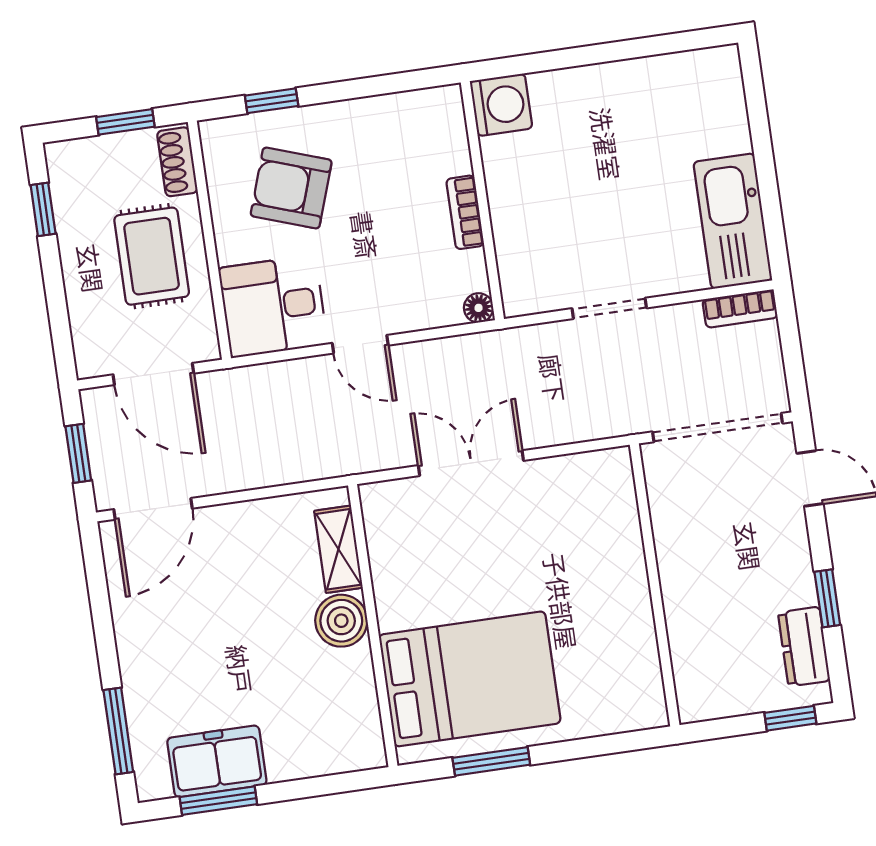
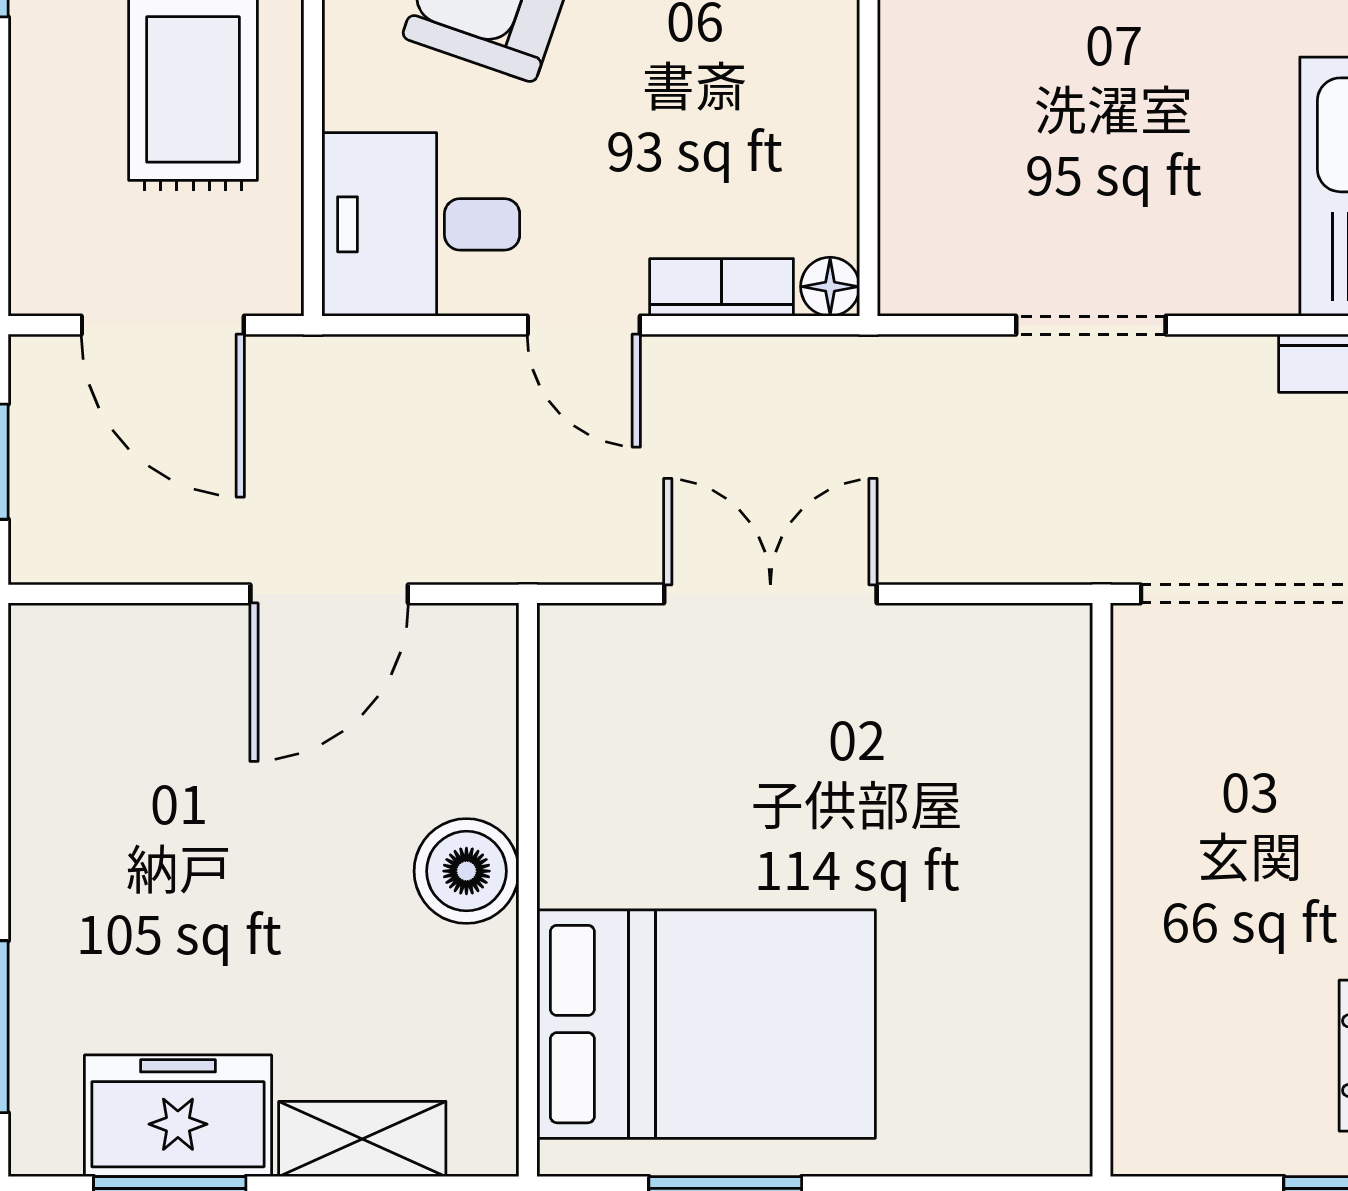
bookcase: (465, 212) -> (722, 287), moved, turned 90
door: (153, 509) -> (329, 594), moved
shelving: (338, 549) -> (362, 1139), moved, turned 90

